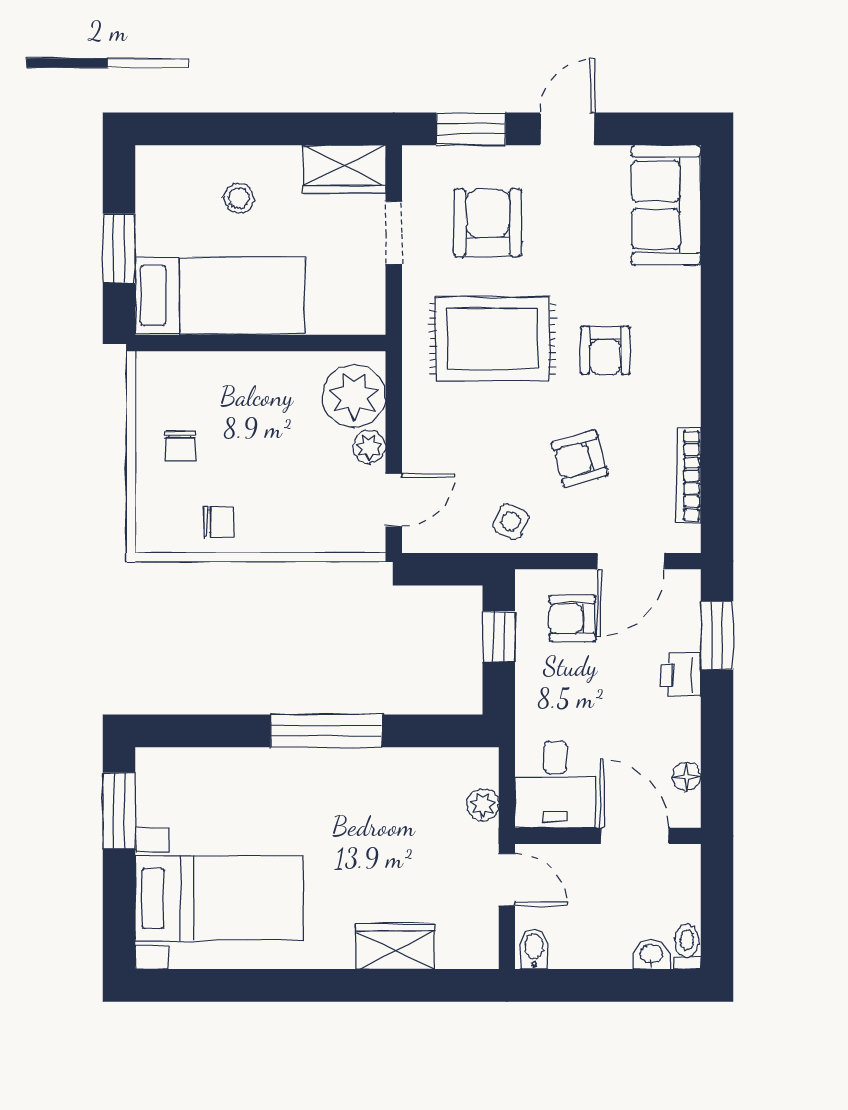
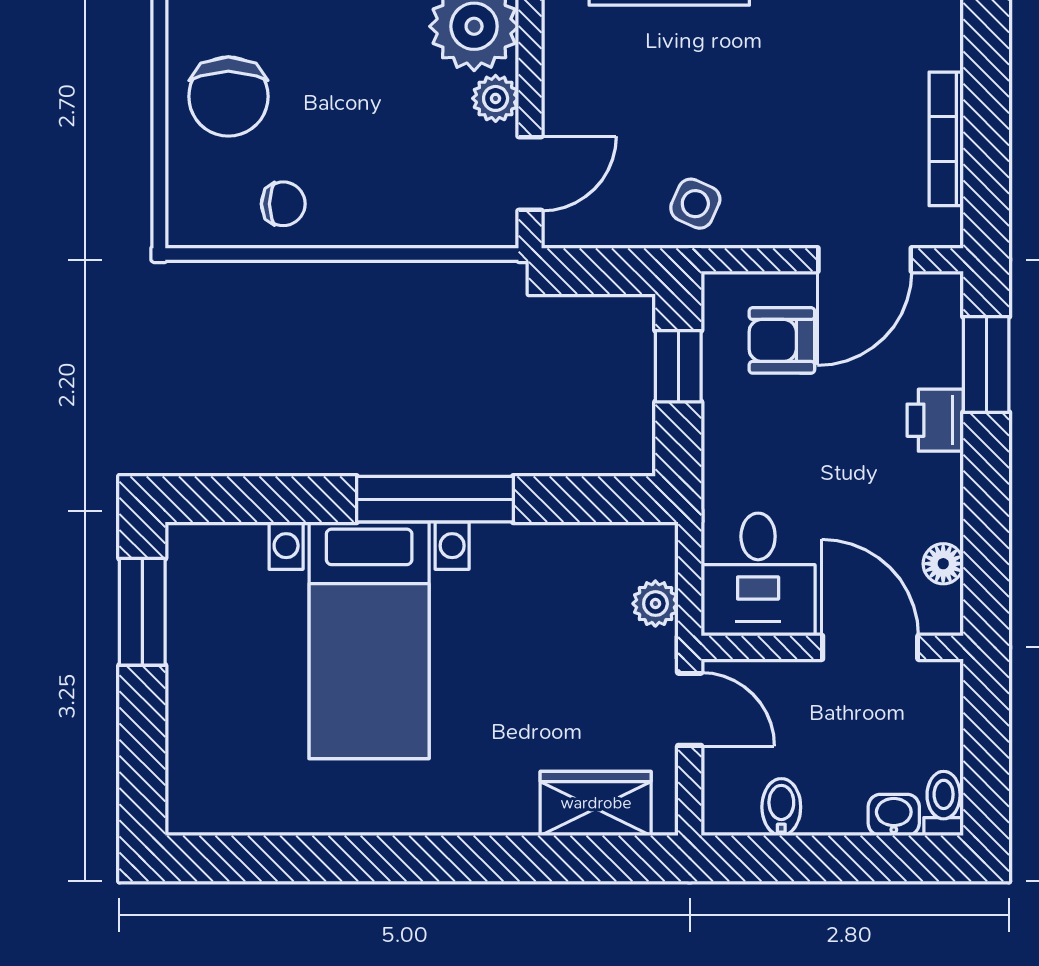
chair: (180, 446) -> (228, 96), width x1.87, depth x1.87
armchair: (580, 459) -> (792, 115), removed
bed with nightstands: (219, 898) -> (369, 640), moved, turned 90
wardrobe: (395, 946) -> (596, 803), moved
bidet: (534, 949) -> (781, 807), moved

